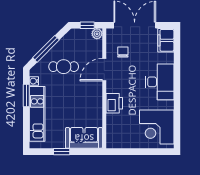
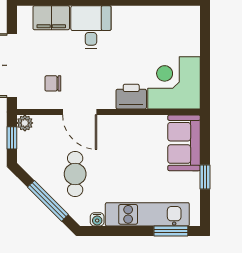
filing cabinet: (166, 40) -> (51, 18), moved
desk: (160, 82) -> (91, 27), width x0.73
window: (26, 96) -> (171, 231), moved
corner desk: (157, 127) -> (174, 83), moved, turned 180

